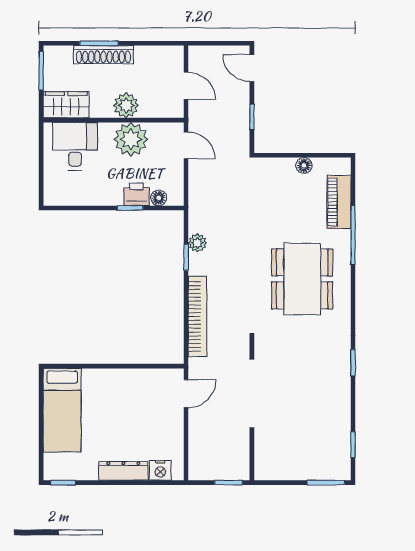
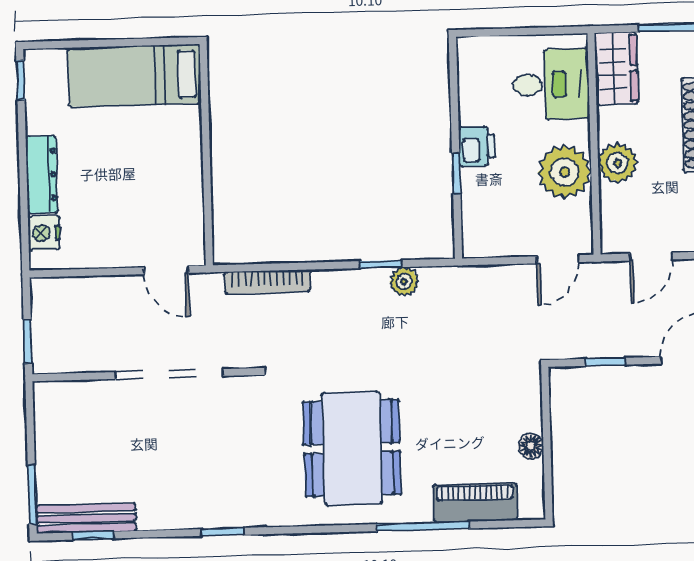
printer: (137, 194) -> (477, 146), moved
floor lamp: (159, 198) -> (473, 218), removed
dining table: (302, 279) -> (352, 448), turned 90
bookcase: (197, 316) -> (268, 282), width x0.68, depth x0.76
bench: (342, 449) -> (86, 518), added

